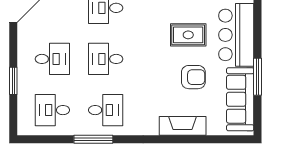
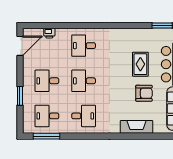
rug: (188, 35) -> (140, 64), turned 90
desk: (52, 59) -> (47, 81), turned 180
window: (93, 139) -> (47, 136), moved

